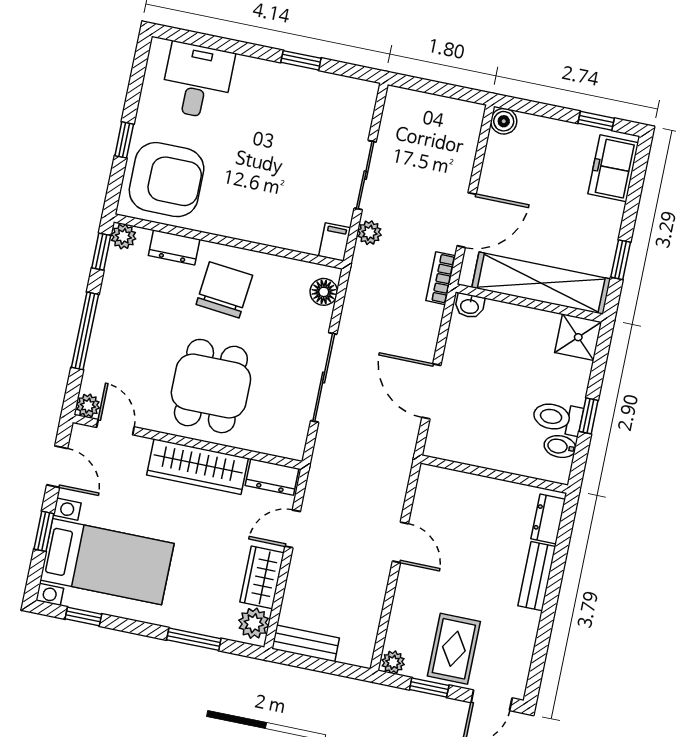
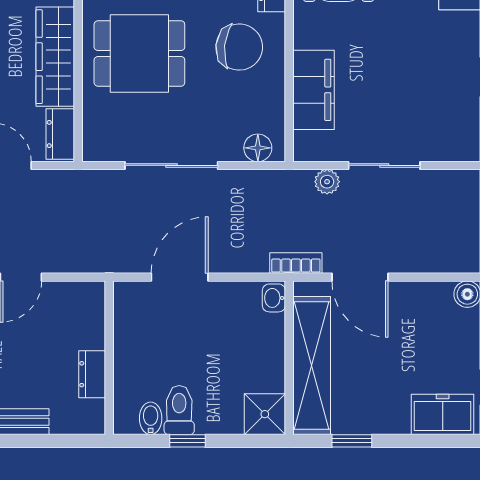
filing cabinet: (335, 242) -> (313, 90), moved, width x3.00, depth x1.17
dresser: (548, 519) -> (92, 374), moved, turned -90

